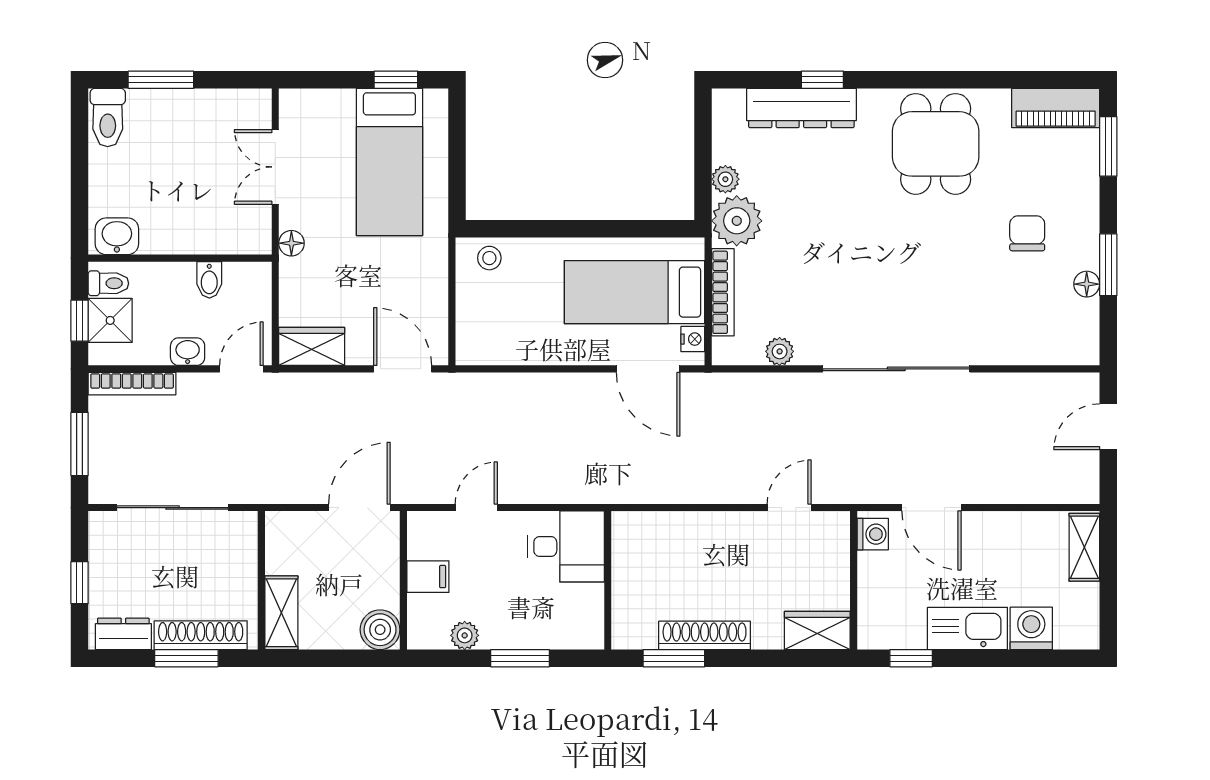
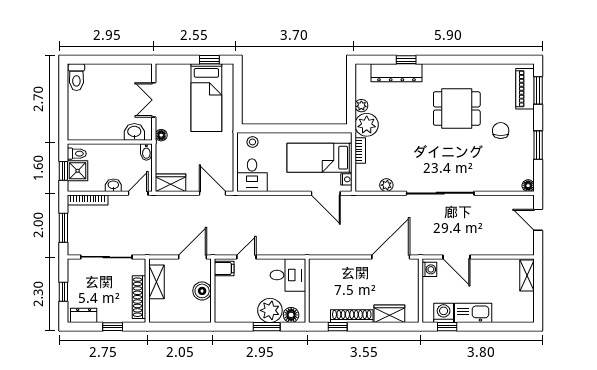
window: (161, 80) -> (101, 60), removed
piano: (1056, 108) -> (525, 89), moved, turned 90
dining table: (936, 144) -> (457, 108), moved, turned 90
washbasin: (117, 236) -> (134, 132), moved
bidet: (209, 280) -> (146, 152), moved
floor lamp: (1087, 284) -> (528, 186), moved
bookcase: (723, 292) -> (360, 151), width x0.64
desk: (488, 330) -> (252, 175), added
door: (1108, 427) -> (538, 220), hinge flipped
door: (789, 508) -> (391, 257), width x1.88
filing cabinet: (428, 577) -> (224, 269), moved
shelving: (281, 613) -> (157, 282), moved
washing machine: (1031, 628) -> (444, 313), moved
boiler: (380, 630) -> (202, 291), moved
wardrobe: (817, 630) -> (389, 314), moved
floor lamp: (573, 633) -> (291, 315), added
shoe rack: (201, 635) -> (139, 297), moved, turned -90
plant: (465, 635) -> (270, 310), moved, width x1.87, depth x1.87
window: (186, 658) -> (113, 327), width x0.67
window: (674, 658) -> (338, 327), width x0.67

